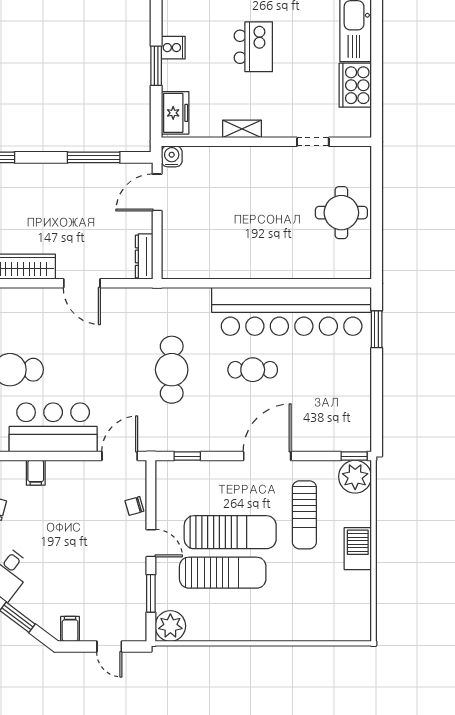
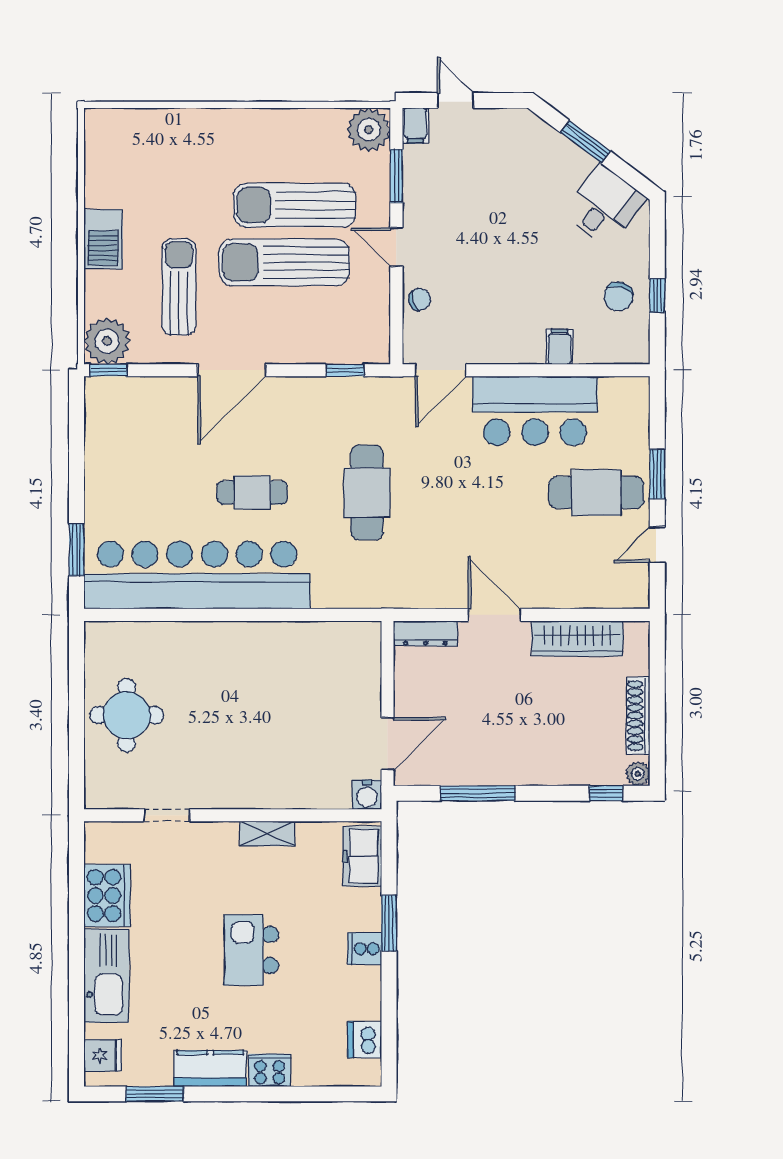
dresser: (144, 257) -> (426, 633), moved, turned 90
filing cabinet: (70, 629) -> (415, 125), moved

